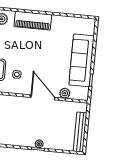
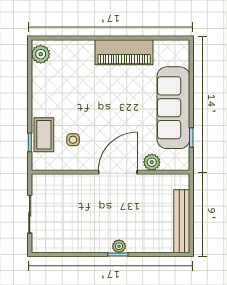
piano: (33, 21) -> (124, 52), moved
door: (43, 97) -> (118, 172), hinge flipped

